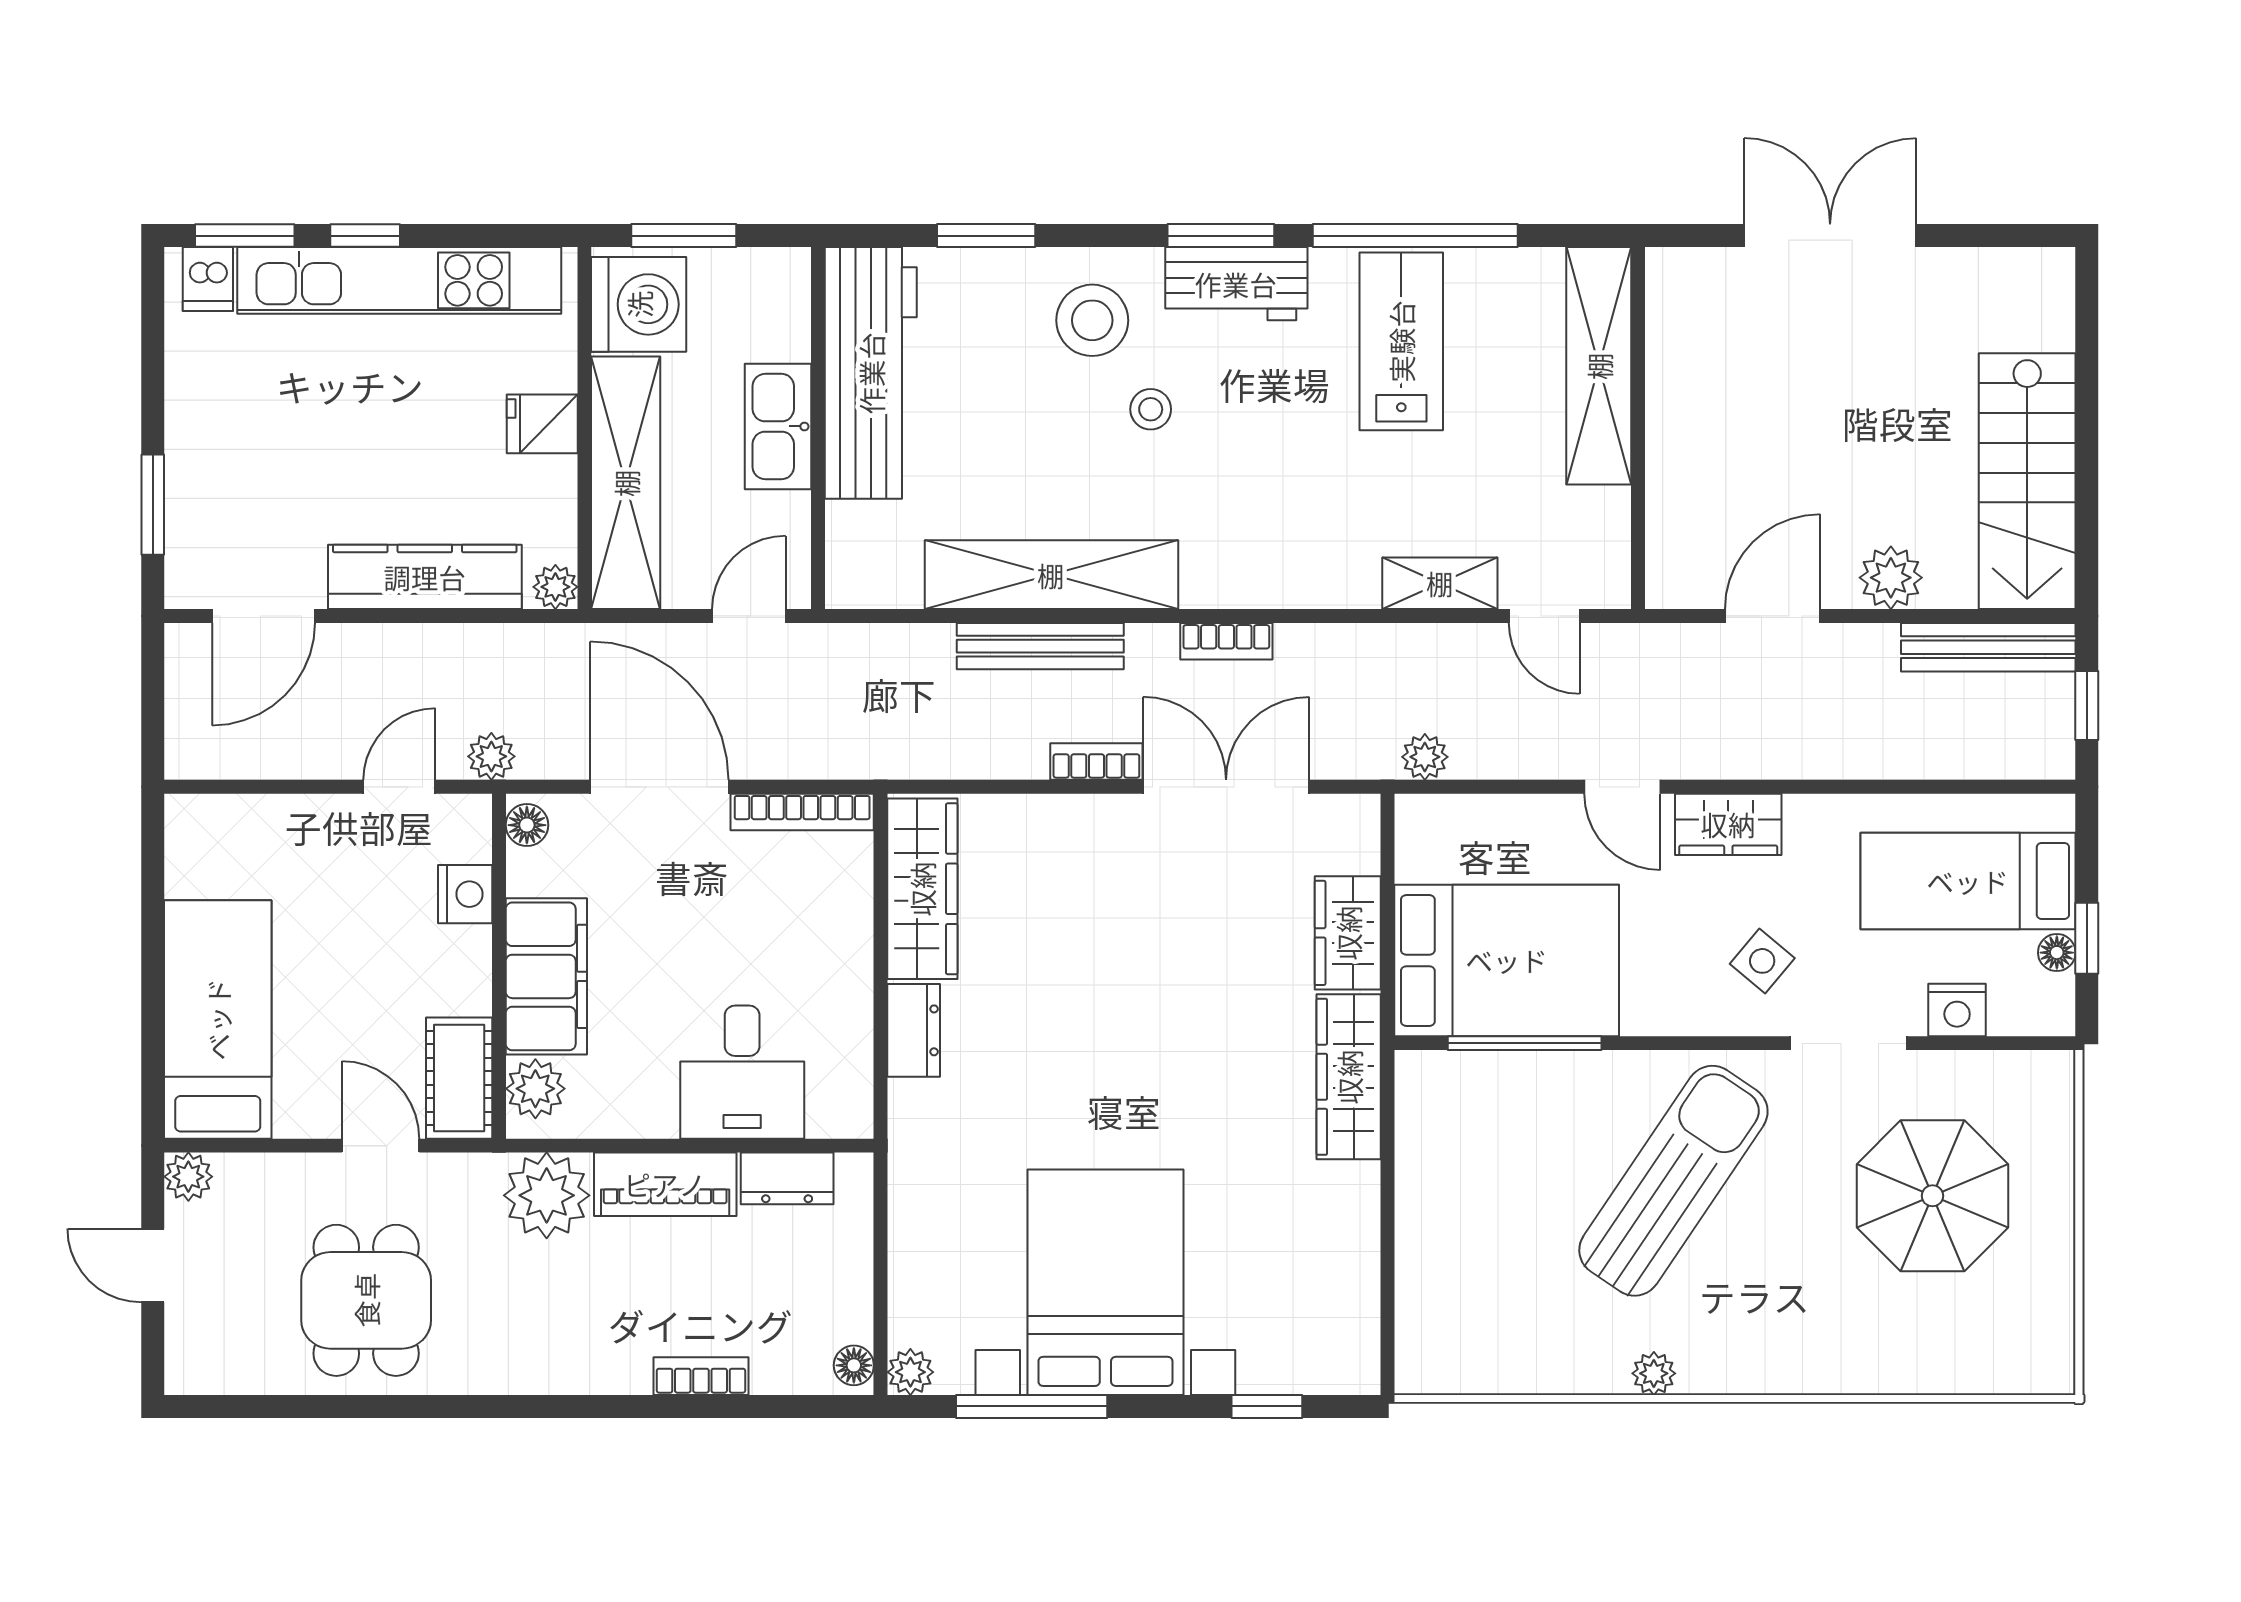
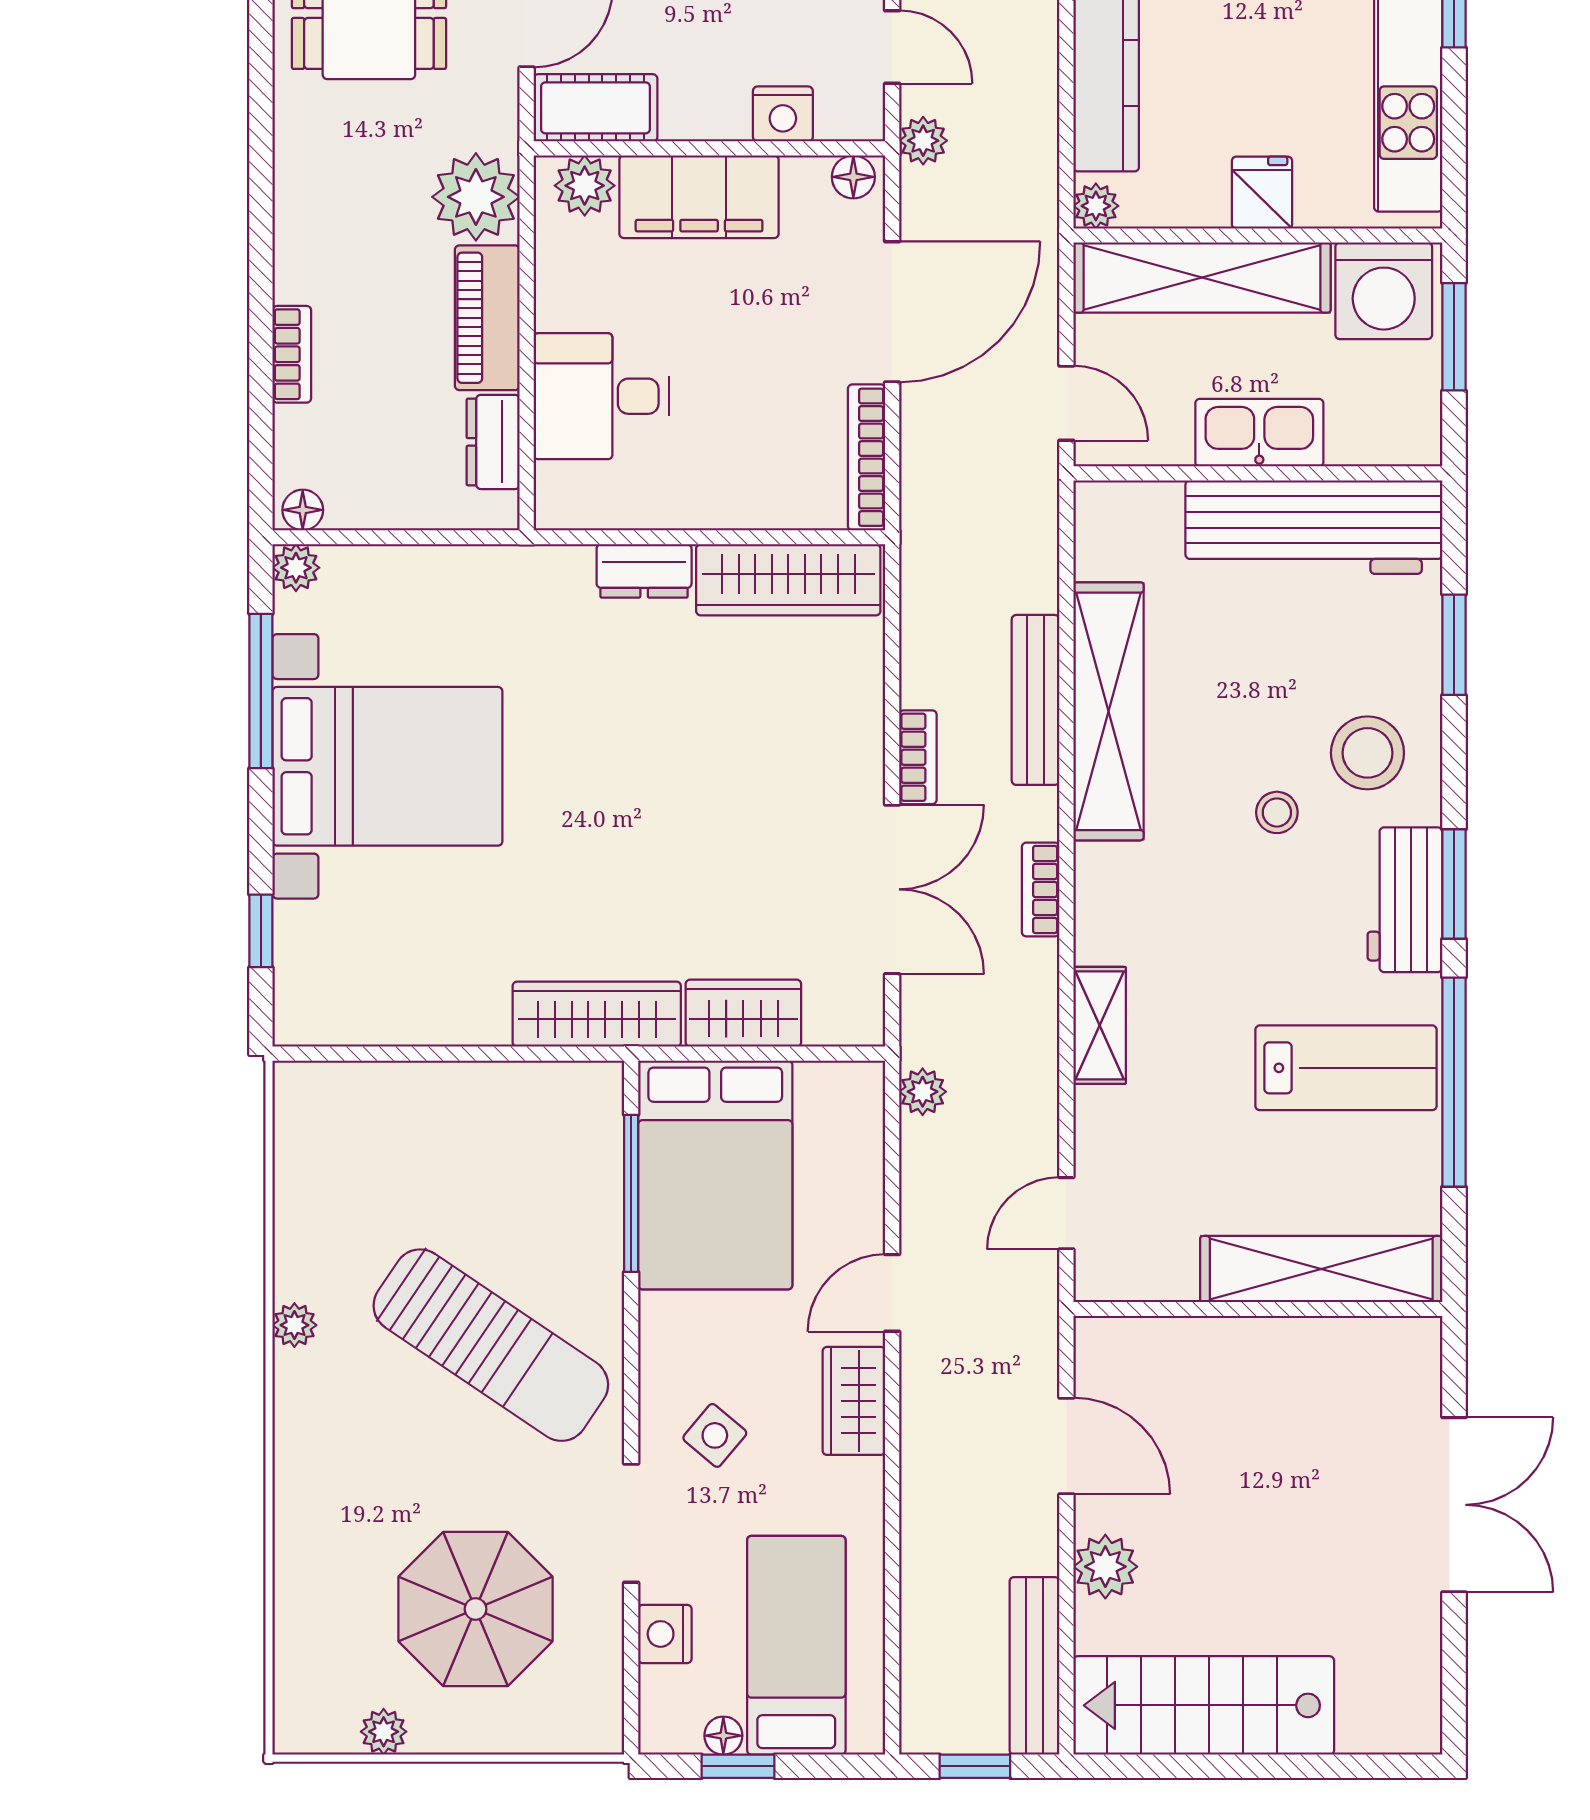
shelving: (1440, 583) -> (1100, 1025), moved
plant: (2053, 1286) -> (384, 1732), added

